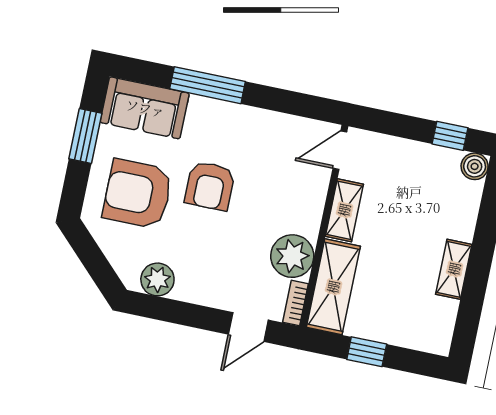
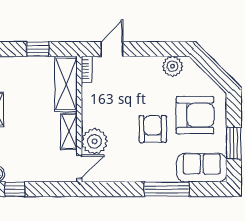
plant: (292, 256) -> (94, 141), moved

